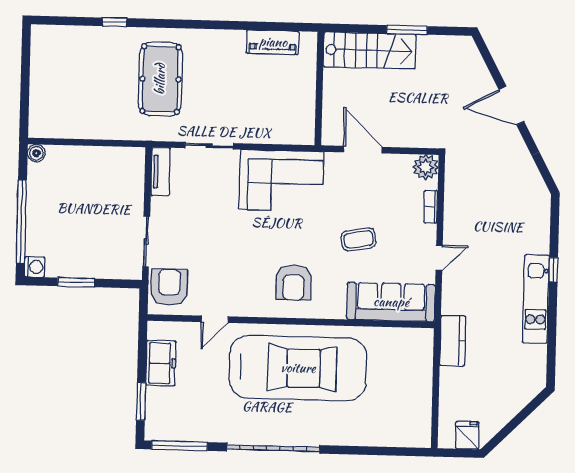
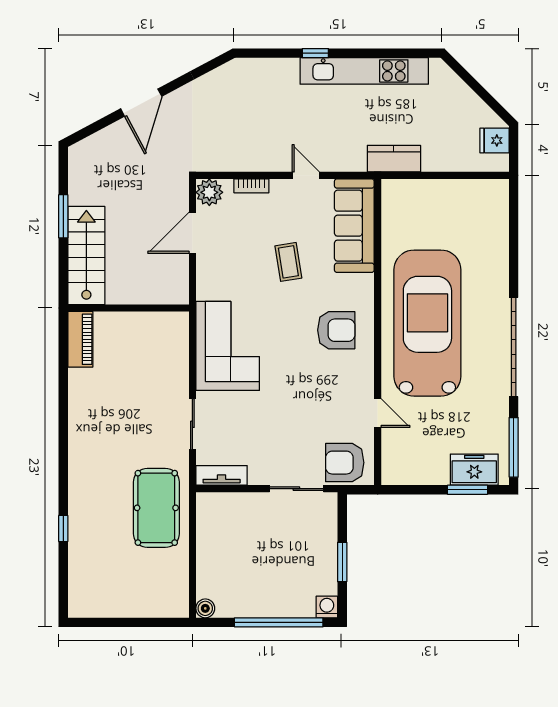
piano: (273, 42) -> (80, 339), moved
pool table: (160, 79) -> (156, 508), moved, turned 90
door: (363, 150) -> (192, 233), moved
kitchen unit: (536, 299) -> (364, 71), width x1.36
freezer: (161, 363) -> (474, 470), moved

